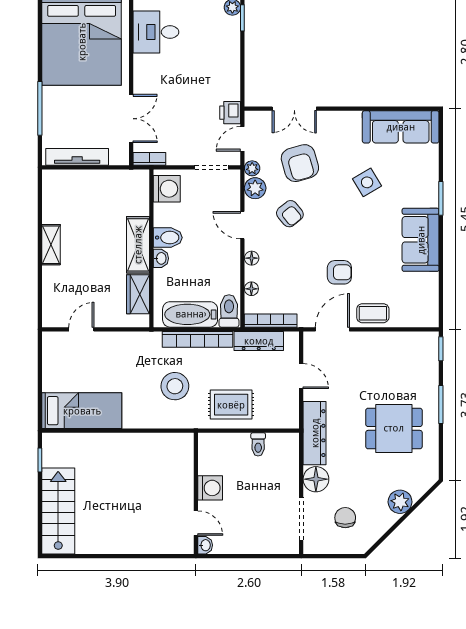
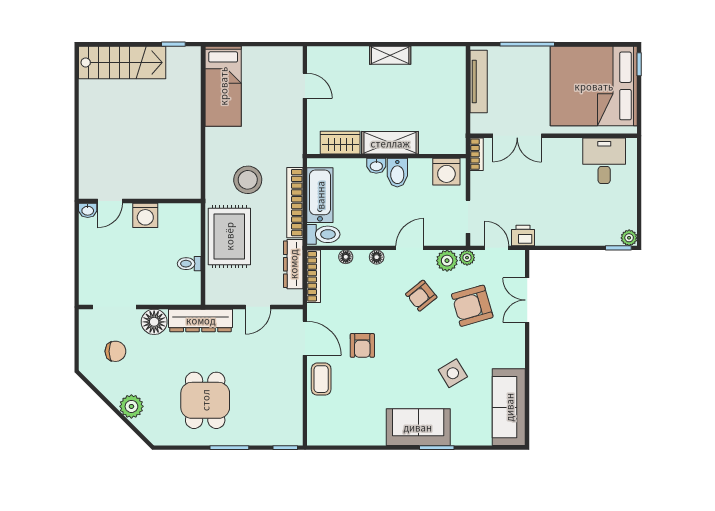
sofa: (421, 240) -> (418, 427), moved
rug: (231, 405) -> (229, 236), width x1.36, depth x1.43

